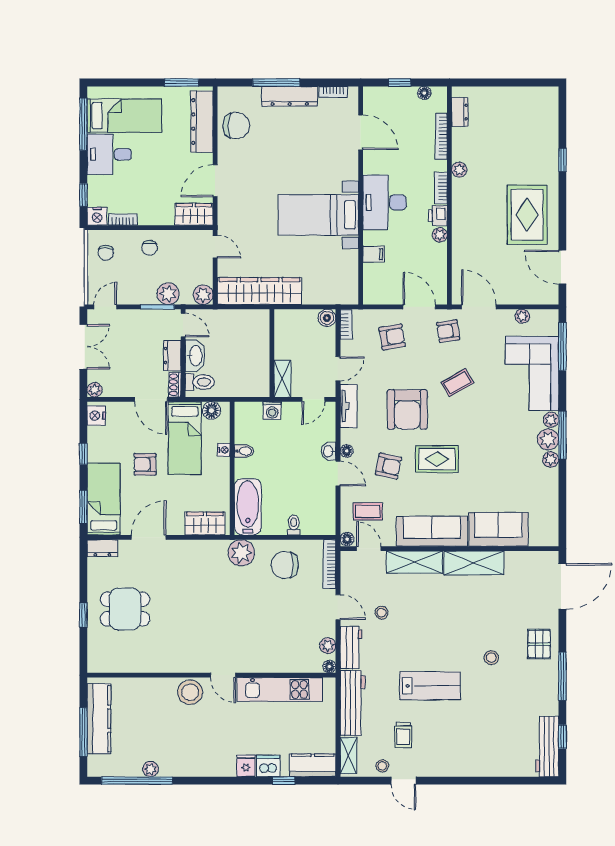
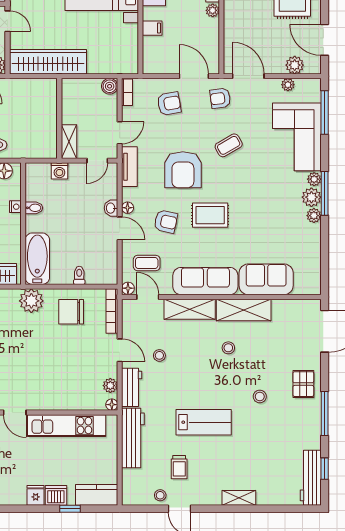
plant: (530, 295) -> (295, 65), added
stool: (457, 604) -> (228, 348), added
shelving: (348, 756) -> (239, 498), moved, turned 90

